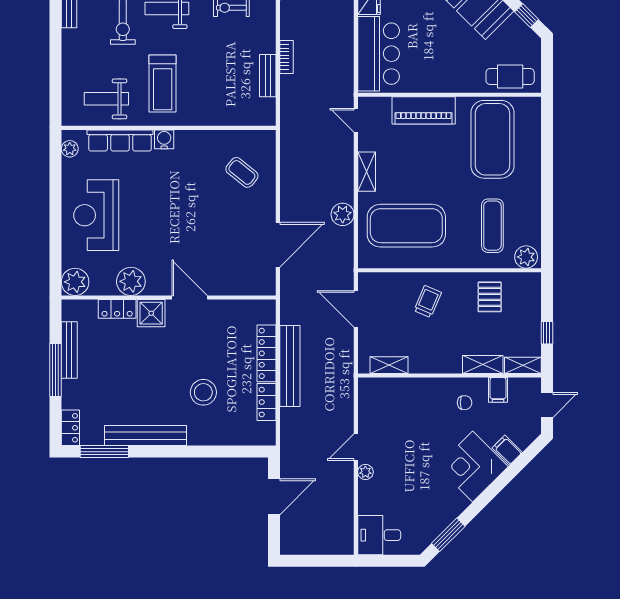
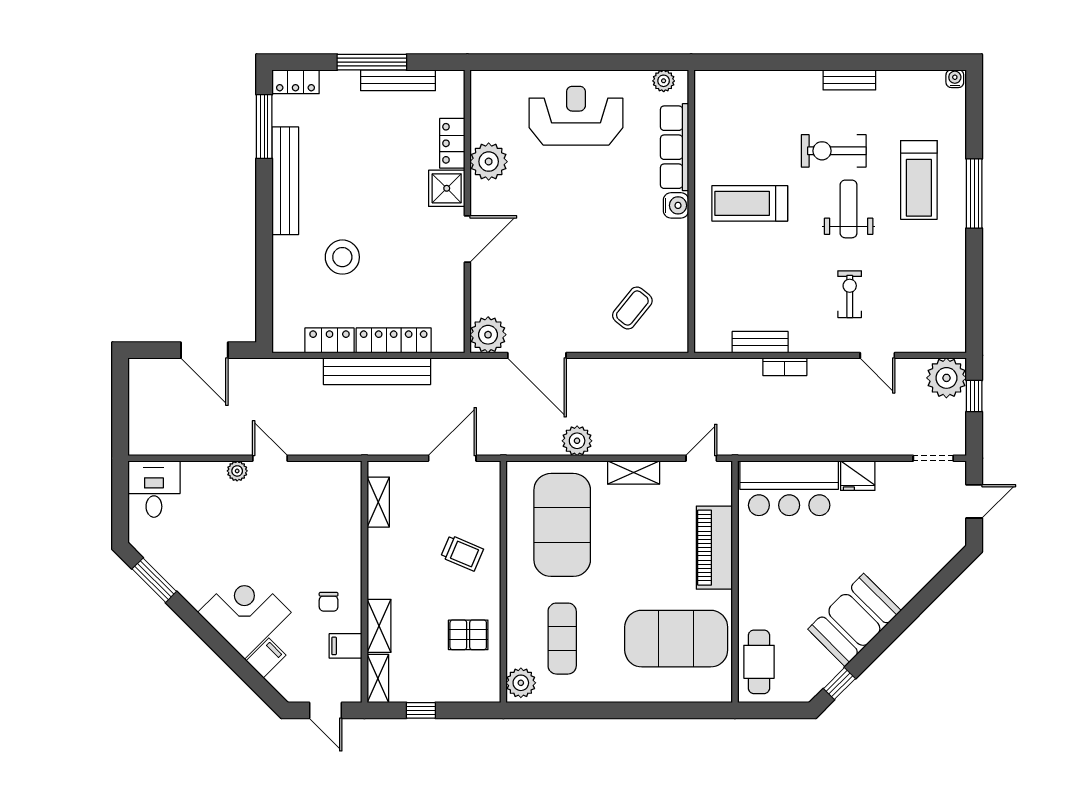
weight bench: (106, 99) -> (730, 129), removed
exercise mat: (492, 226) -> (562, 639), turned 90
plant: (75, 282) -> (488, 335), moved

